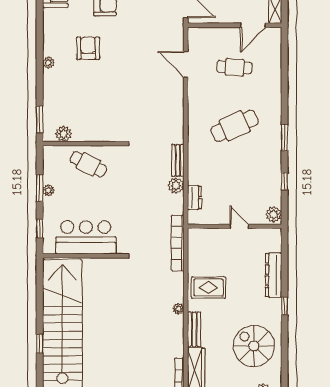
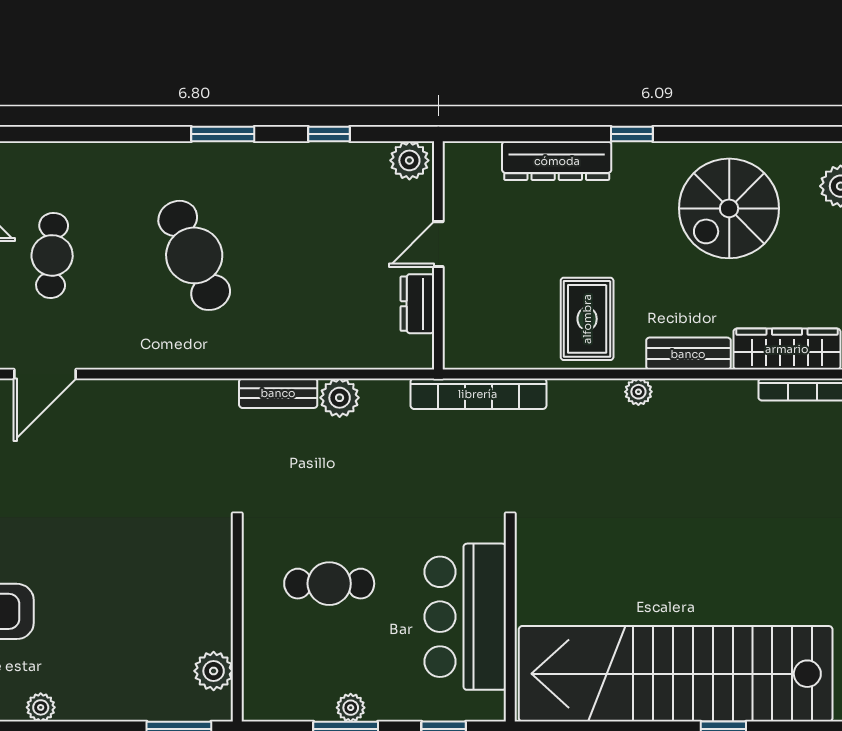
cafe table: (88, 164) -> (329, 584), moved, turned 63
dresser: (194, 198) -> (417, 304), moved, turned -90

